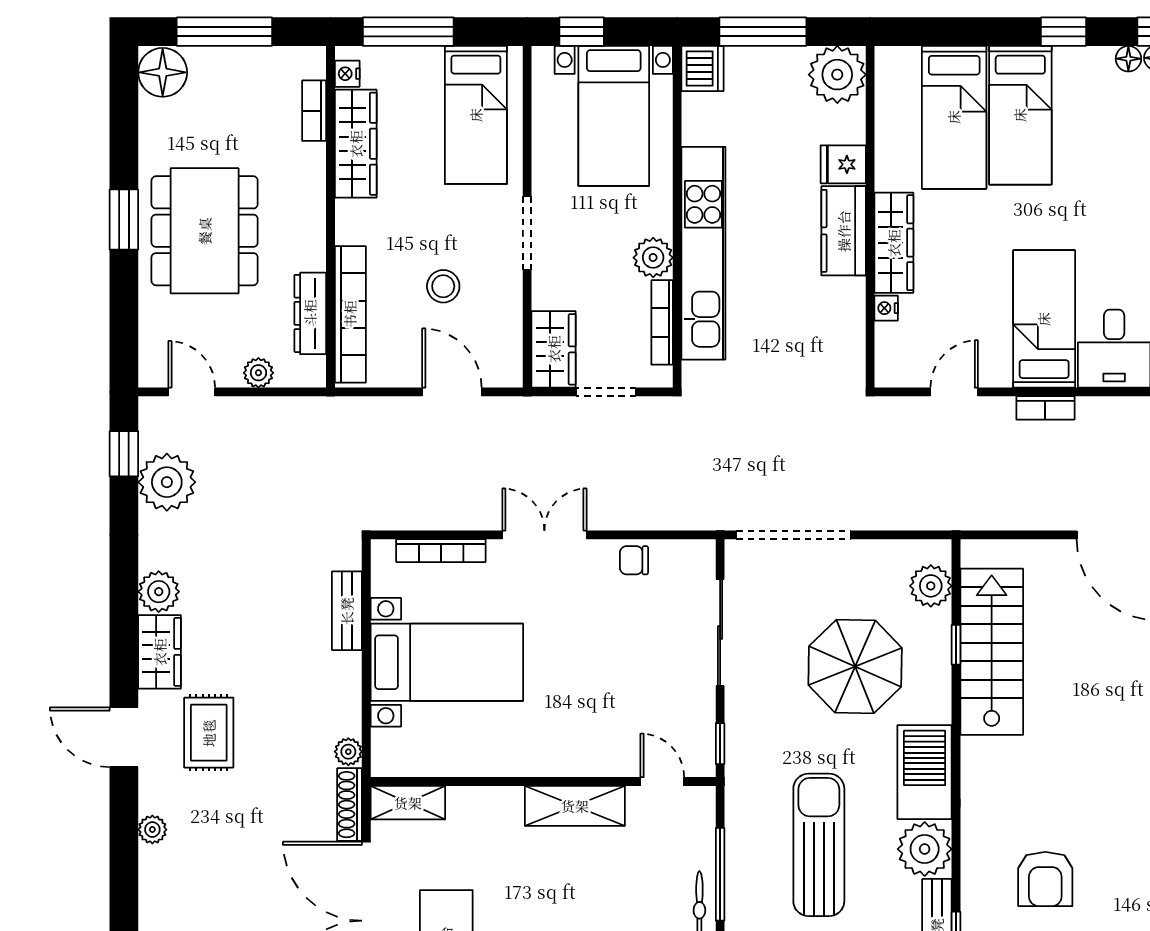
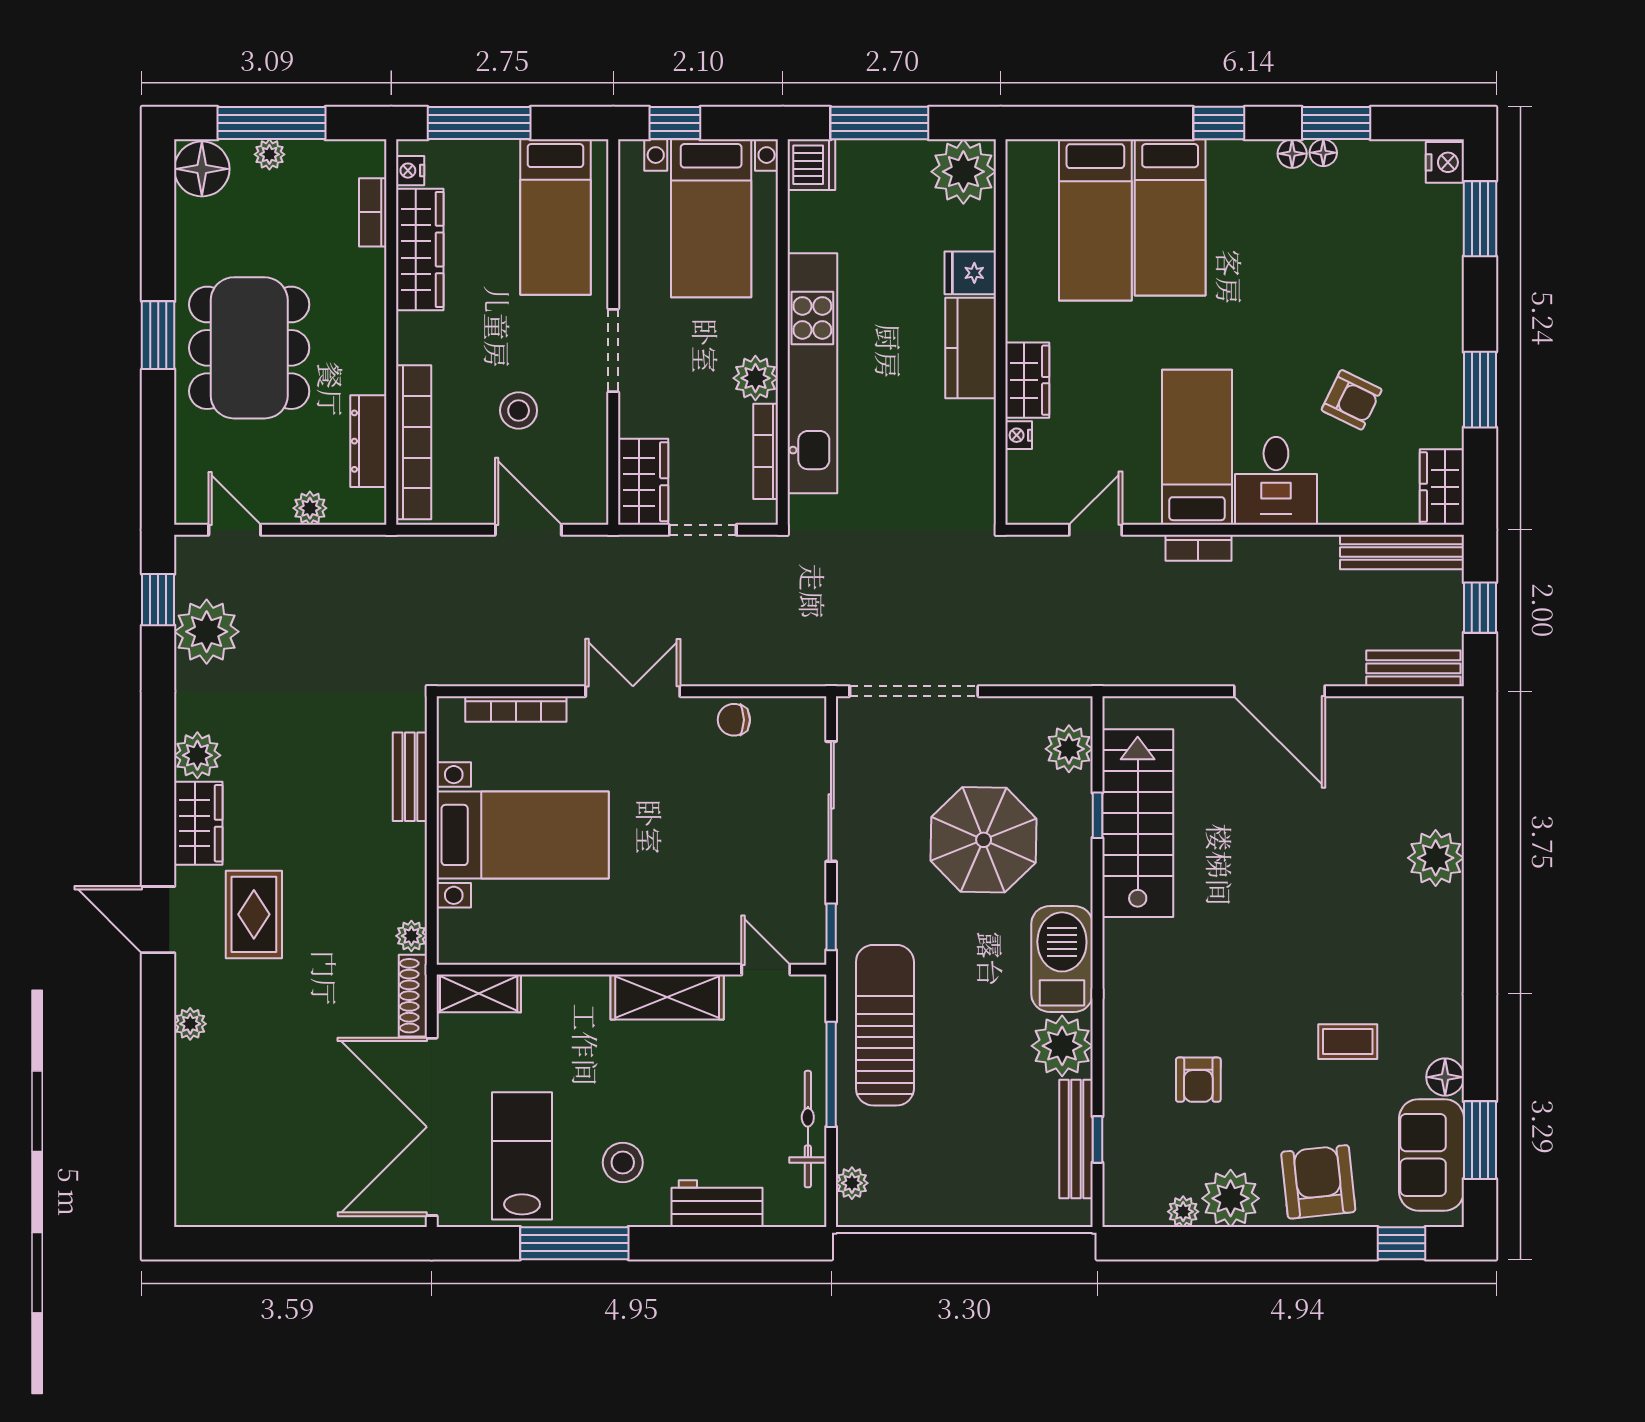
plant: (223, 59) -> (269, 154), added
wardrobe: (894, 243) -> (1027, 380), width x0.67
sun lounger: (819, 845) -> (885, 1025), moved
armchair: (1045, 879) -> (1198, 1080), width x0.72, depth x0.72

